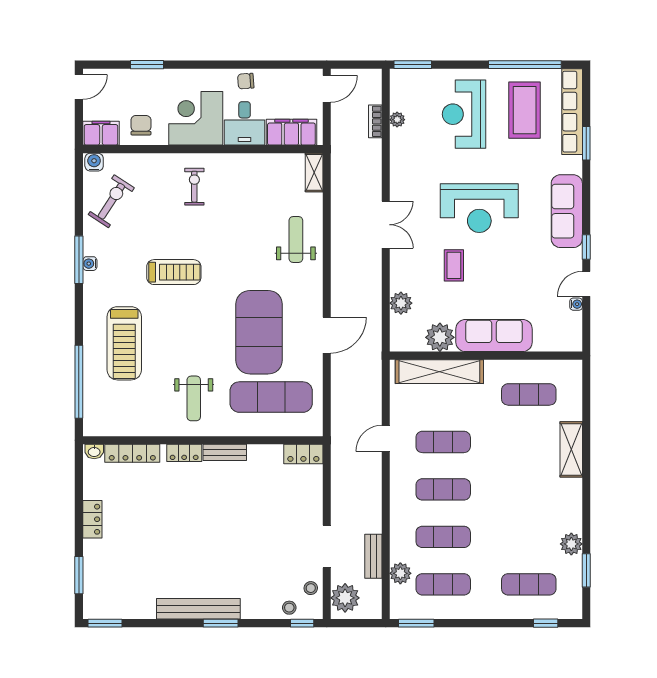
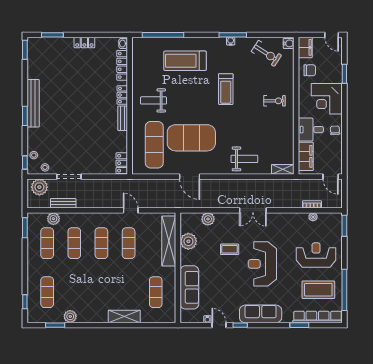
corner desk: (196, 118) -> (327, 99), moved, turned 180
sofa: (494, 336) -> (189, 287), moved

